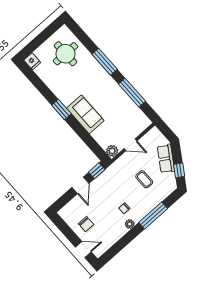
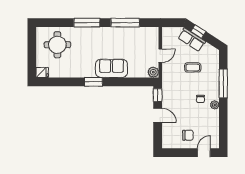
window: (179, 170) -> (198, 32), moved

